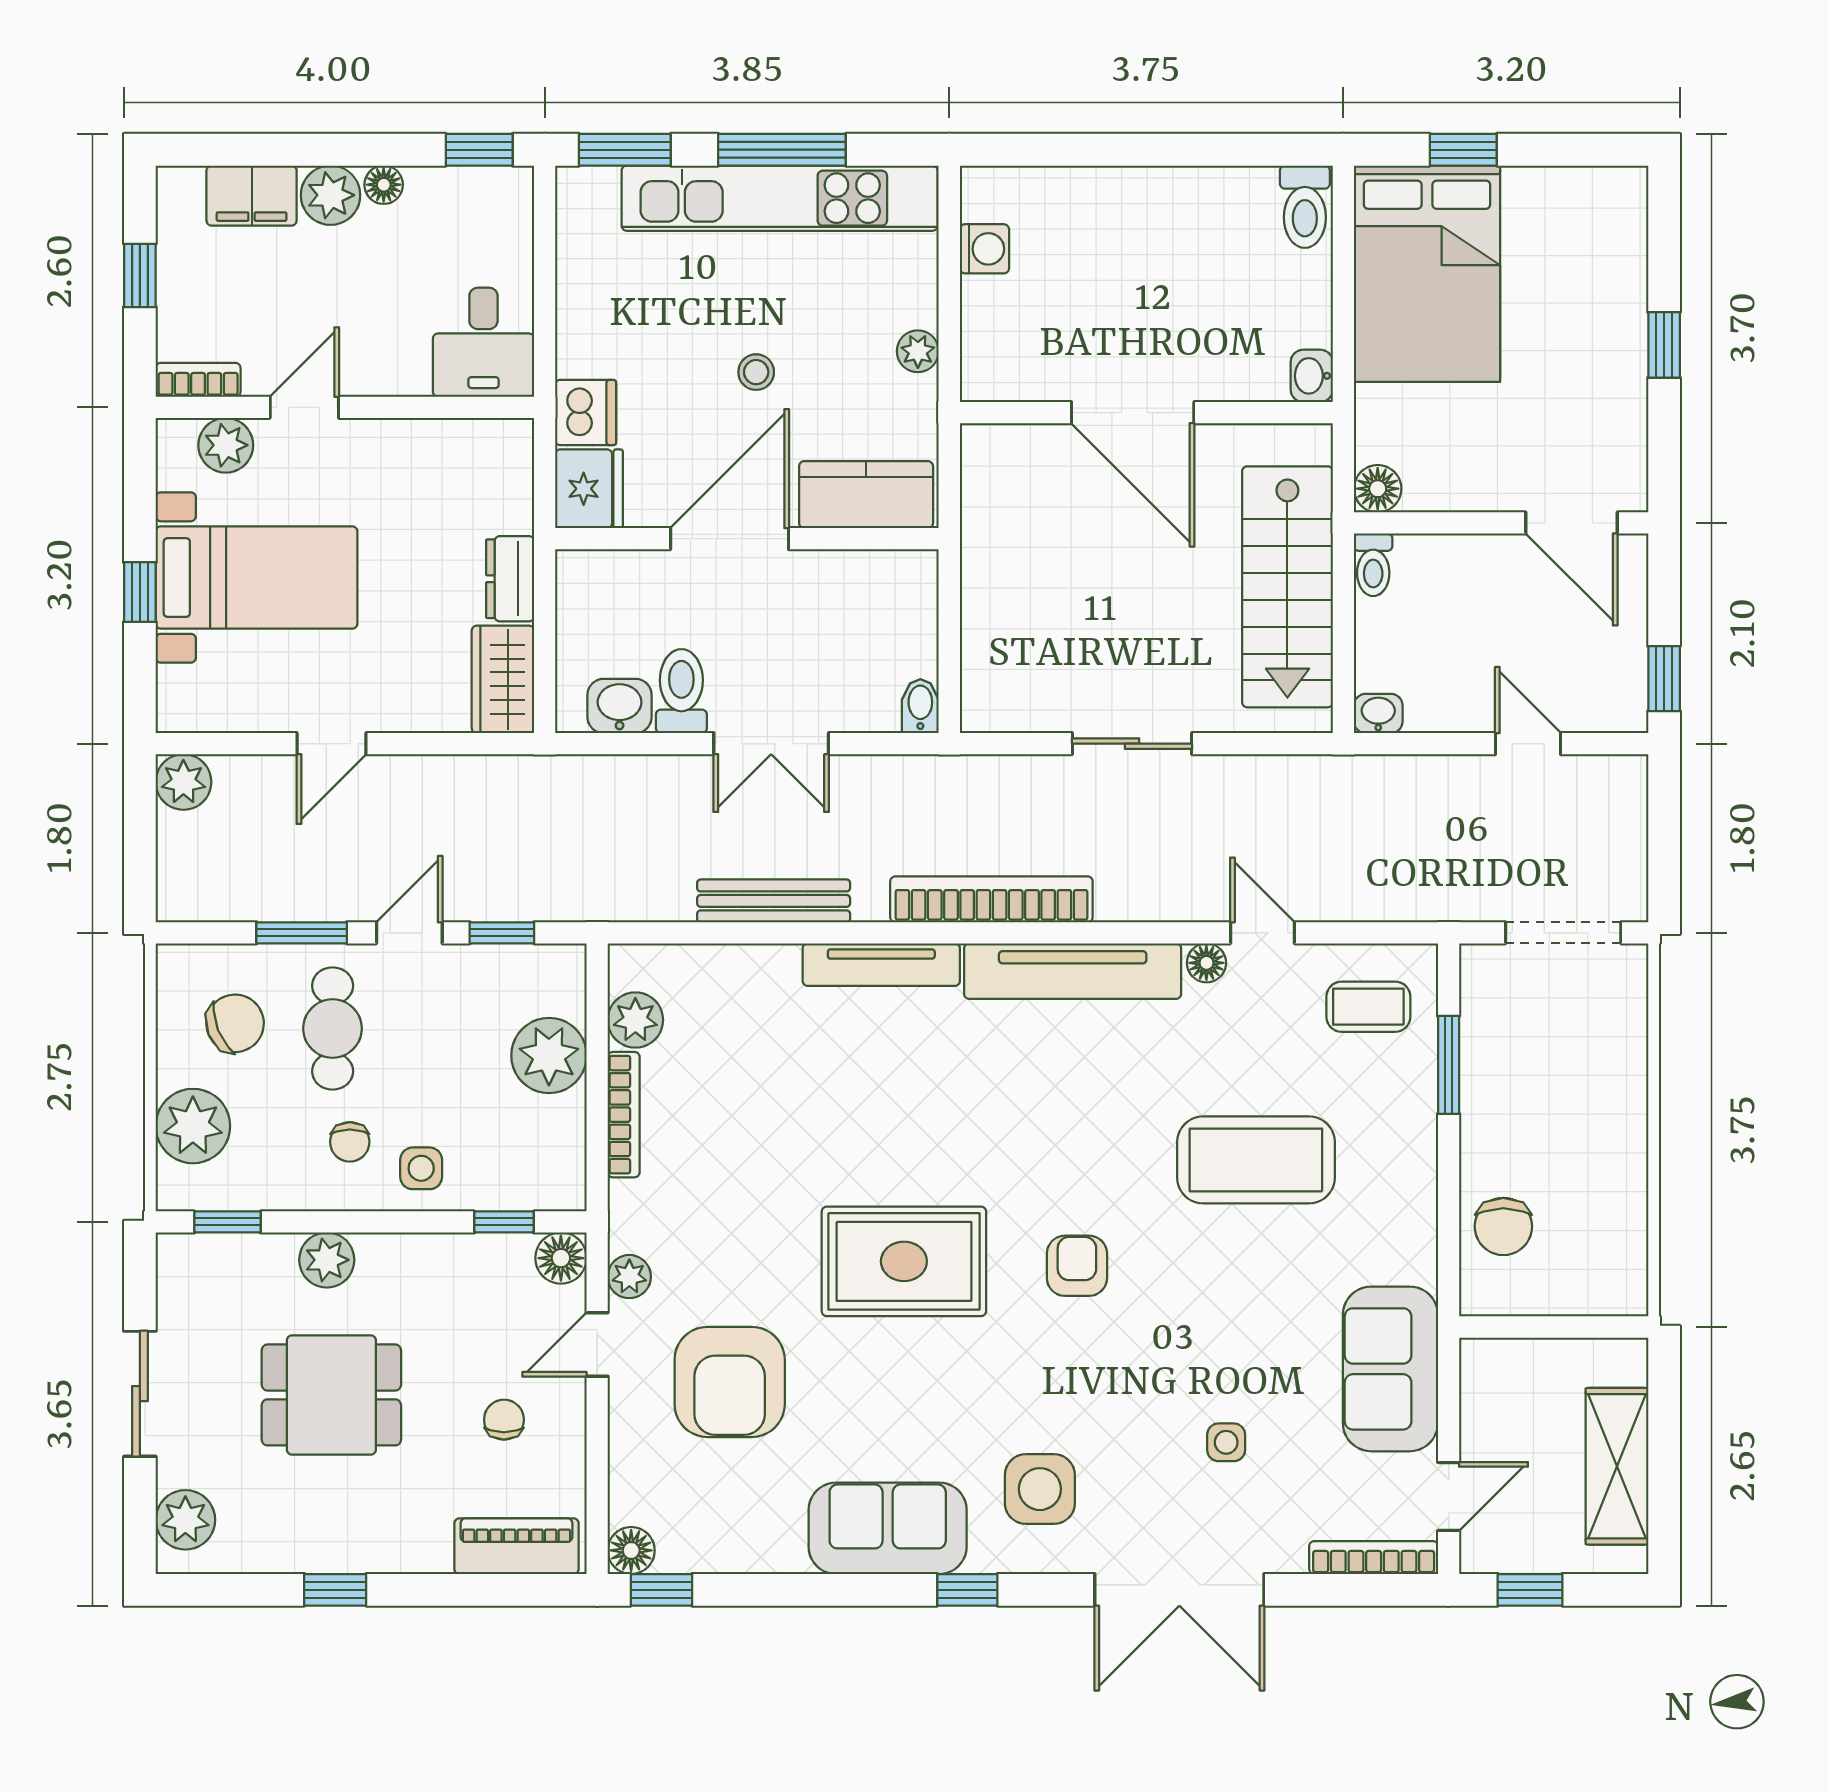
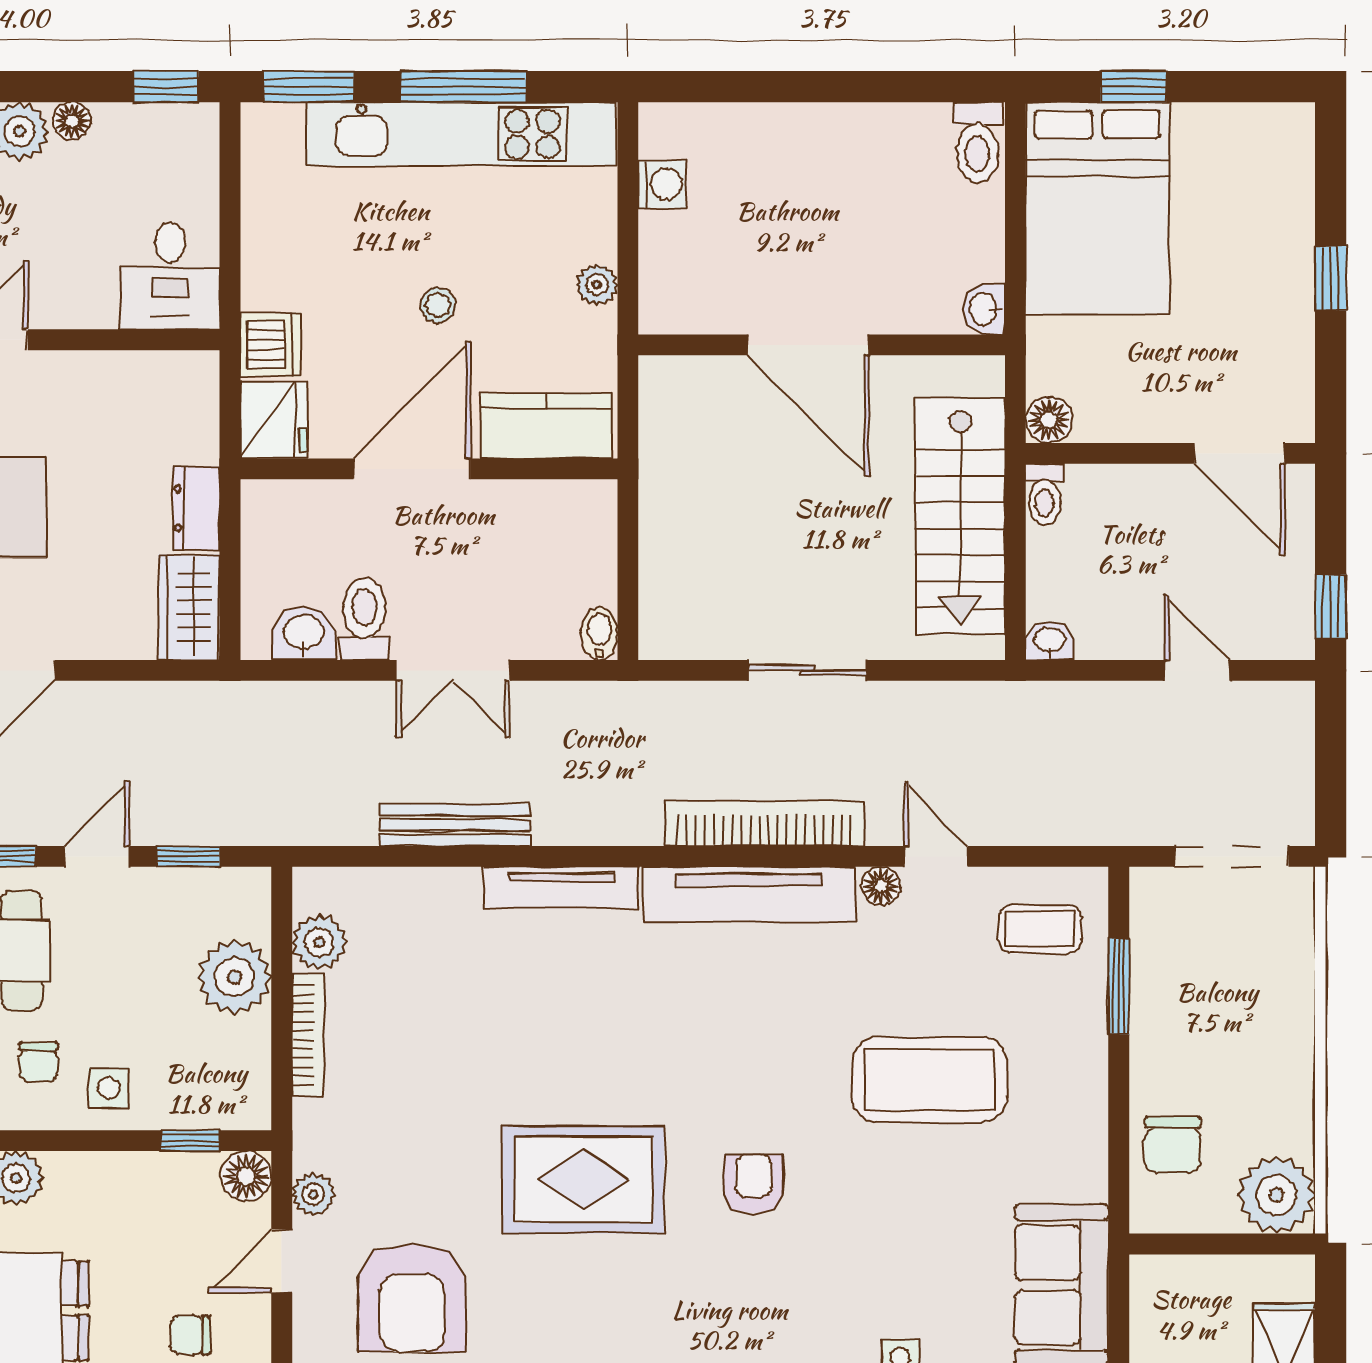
bookcase: (991, 899) -> (764, 823), moved
plant: (1609, 1277) -> (1276, 1195), added
chair: (504, 1420) -> (190, 1335), turned -90

